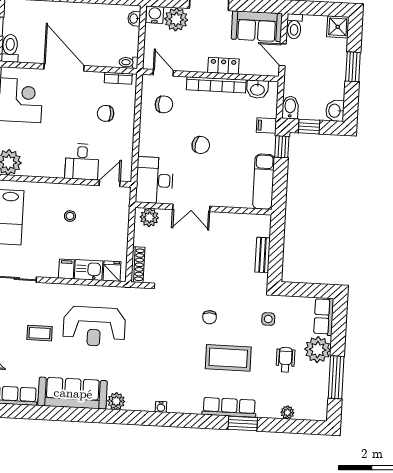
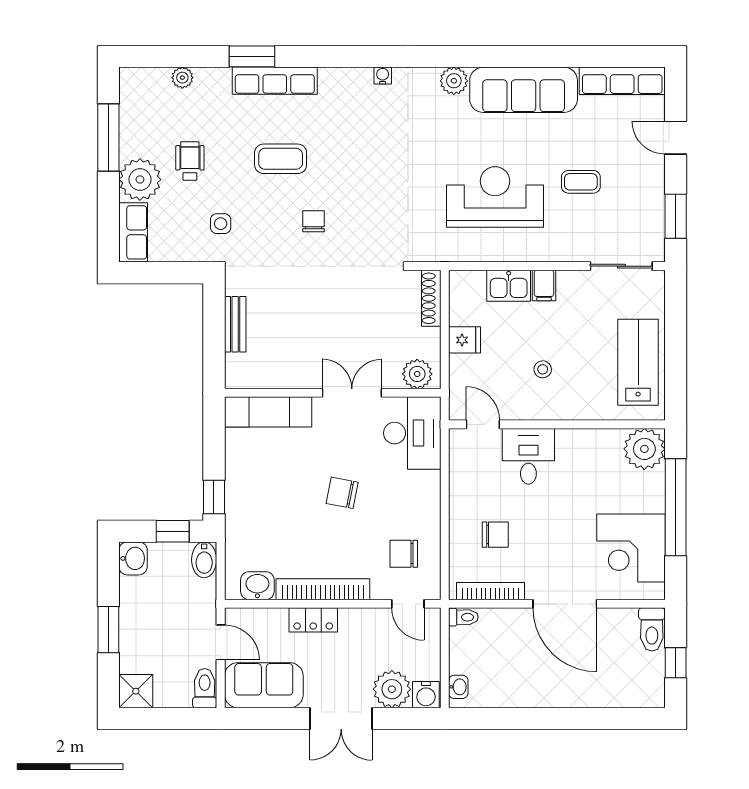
bookcase: (118, 78) -> (490, 591), width x1.56
filing cabinet: (267, 125) -> (240, 529), removed
exam couch: (264, 182) -> (268, 412), moved, turned 90
door: (110, 183) -> (483, 424), swing flipped
fridge: (112, 271) -> (465, 340), moved, turned -90
coffee table: (228, 358) -> (281, 159), width x0.73, depth x0.76
wheelchair: (285, 360) -> (190, 161), turned 180

